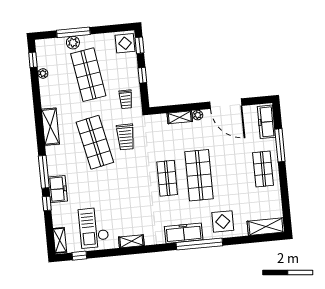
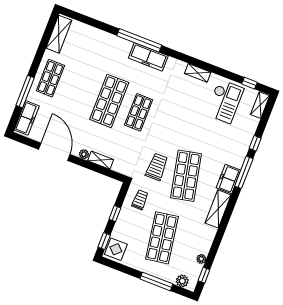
plant: (73, 43) -> (182, 281), moved
freezer: (58, 189) -> (228, 179), moved
display table: (223, 221) -> (109, 50), removed
shelving: (266, 227) -> (59, 34), moved, turned 90

